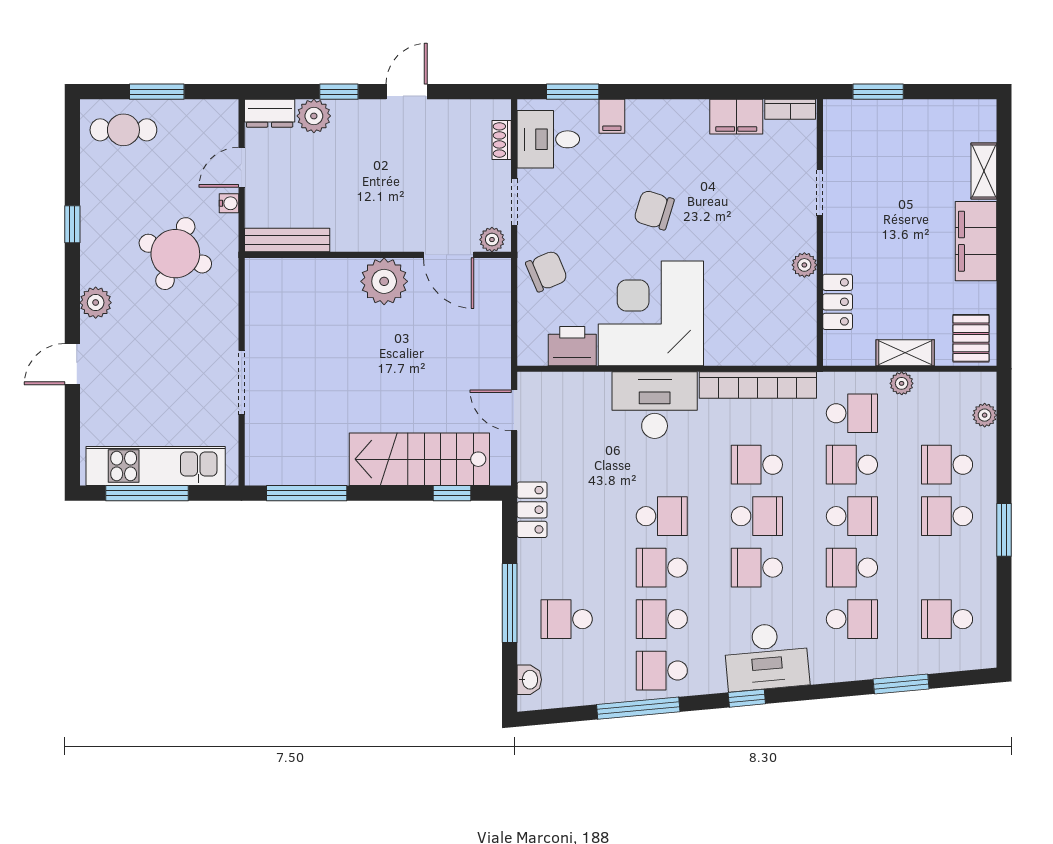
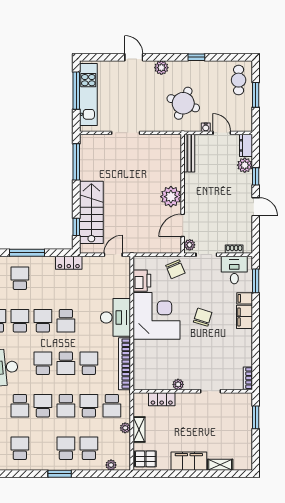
filing cabinet: (736, 117) -> (244, 317), moved

